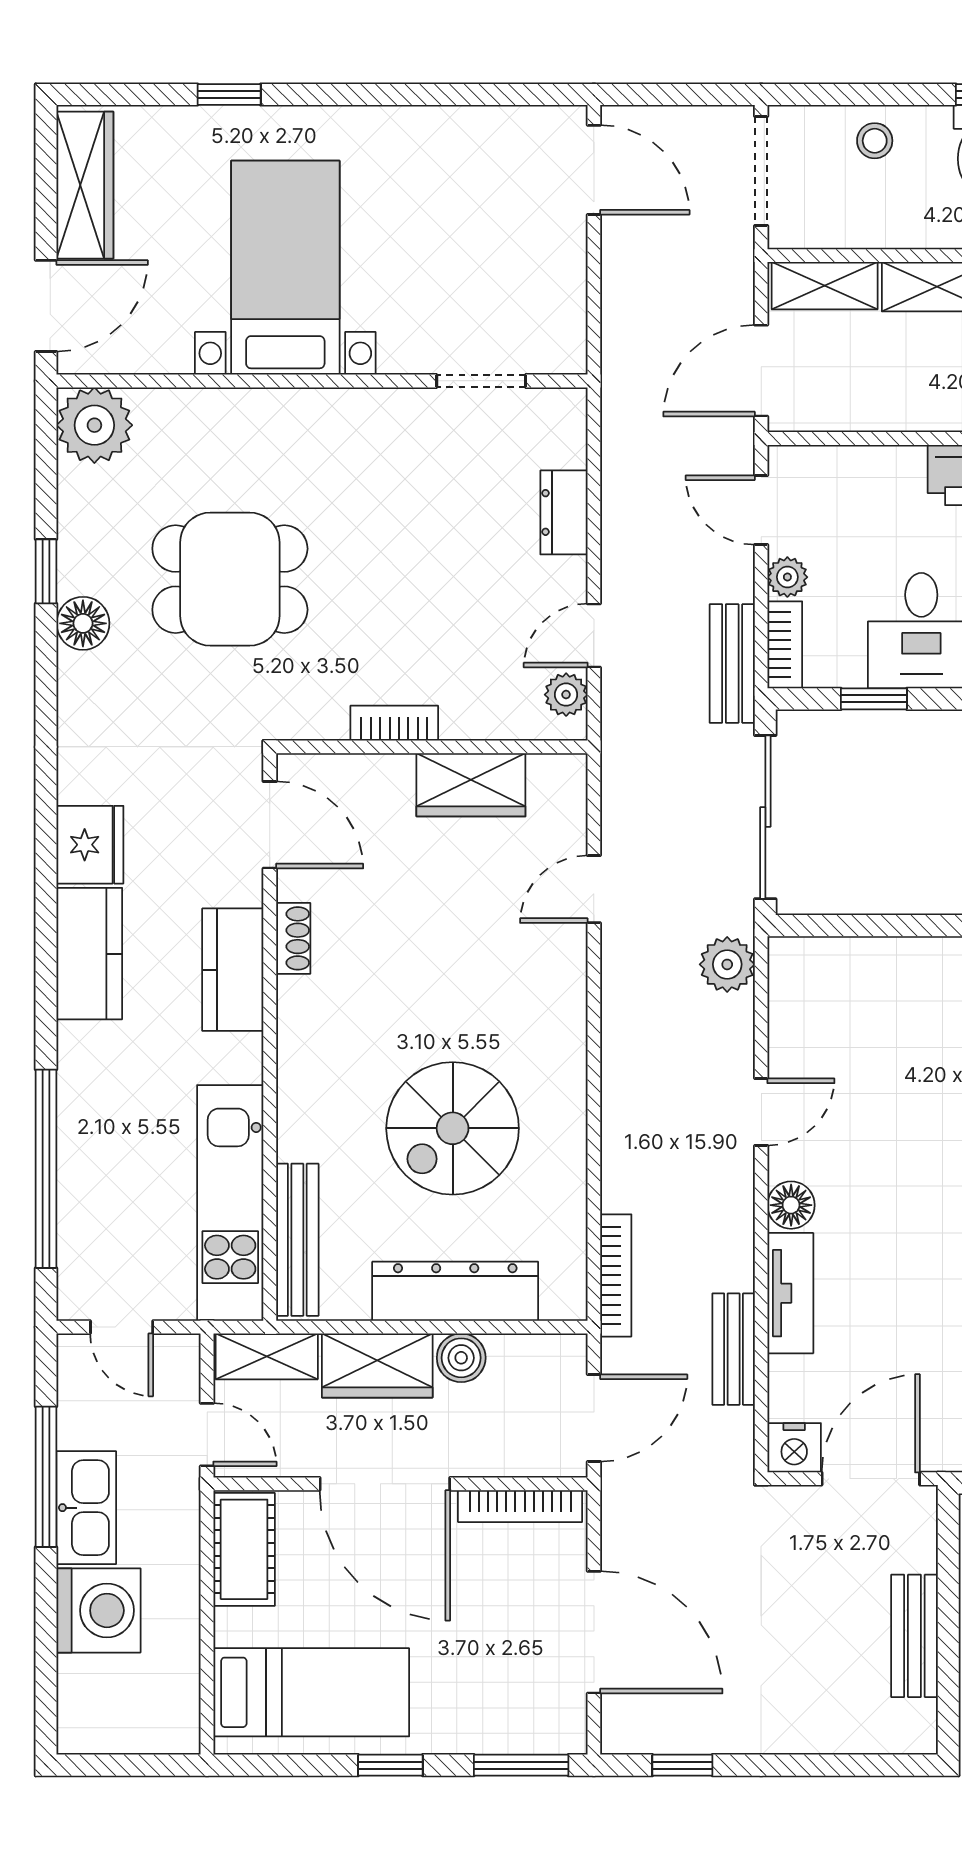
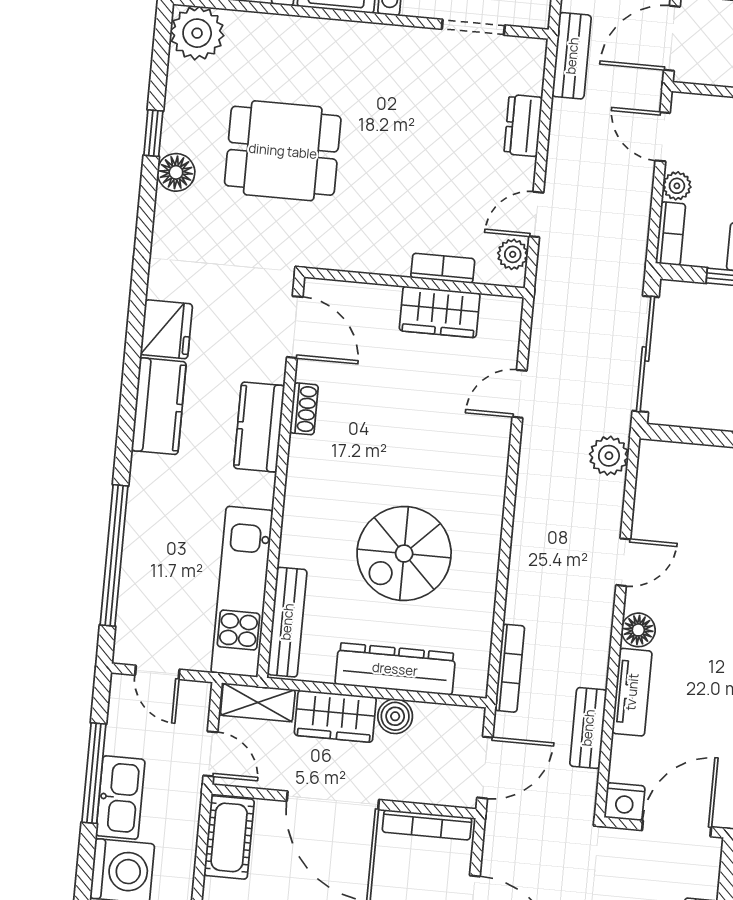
bench: (732, 663) -> (572, 56), moved
bookcase: (394, 723) -> (443, 268), moved

